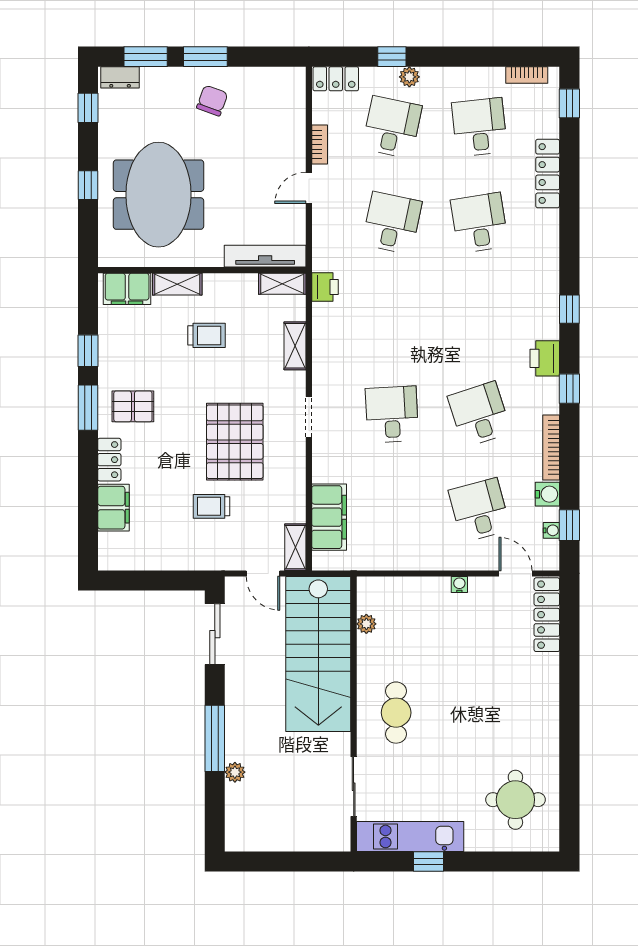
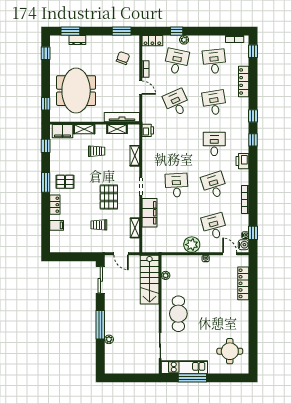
window: (205, 57) -> (122, 31), moved
dresser: (120, 77) -> (77, 40), moved
chair: (212, 101) -> (123, 58), moved
window: (88, 185) -> (46, 104), moved
door: (309, 188) -> (141, 88), swing flipped
desk: (392, 223) -> (177, 103), turned -36
shelving: (282, 284) -> (117, 129), moved
desk: (479, 319) -> (214, 144), added
window: (88, 351) -> (46, 146), moved
window: (569, 389) -> (253, 116), moved
pallet: (235, 442) -> (109, 197), width x0.73, depth x0.71
water cooler: (547, 494) -> (244, 245), moved
filing cabinet: (114, 508) -> (57, 225), width x0.50
filing cabinet: (329, 517) -> (150, 213), moved
shelving: (295, 547) -> (135, 228), moved
plant: (427, 552) -> (192, 245), added
locker: (547, 615) -> (243, 283), moved
stairs: (318, 654) -> (150, 280), width x0.73, depth x0.66
cafe table: (396, 713) -> (178, 314), width x1.37, depth x1.35
window: (429, 861) -> (192, 378), width x2.17

